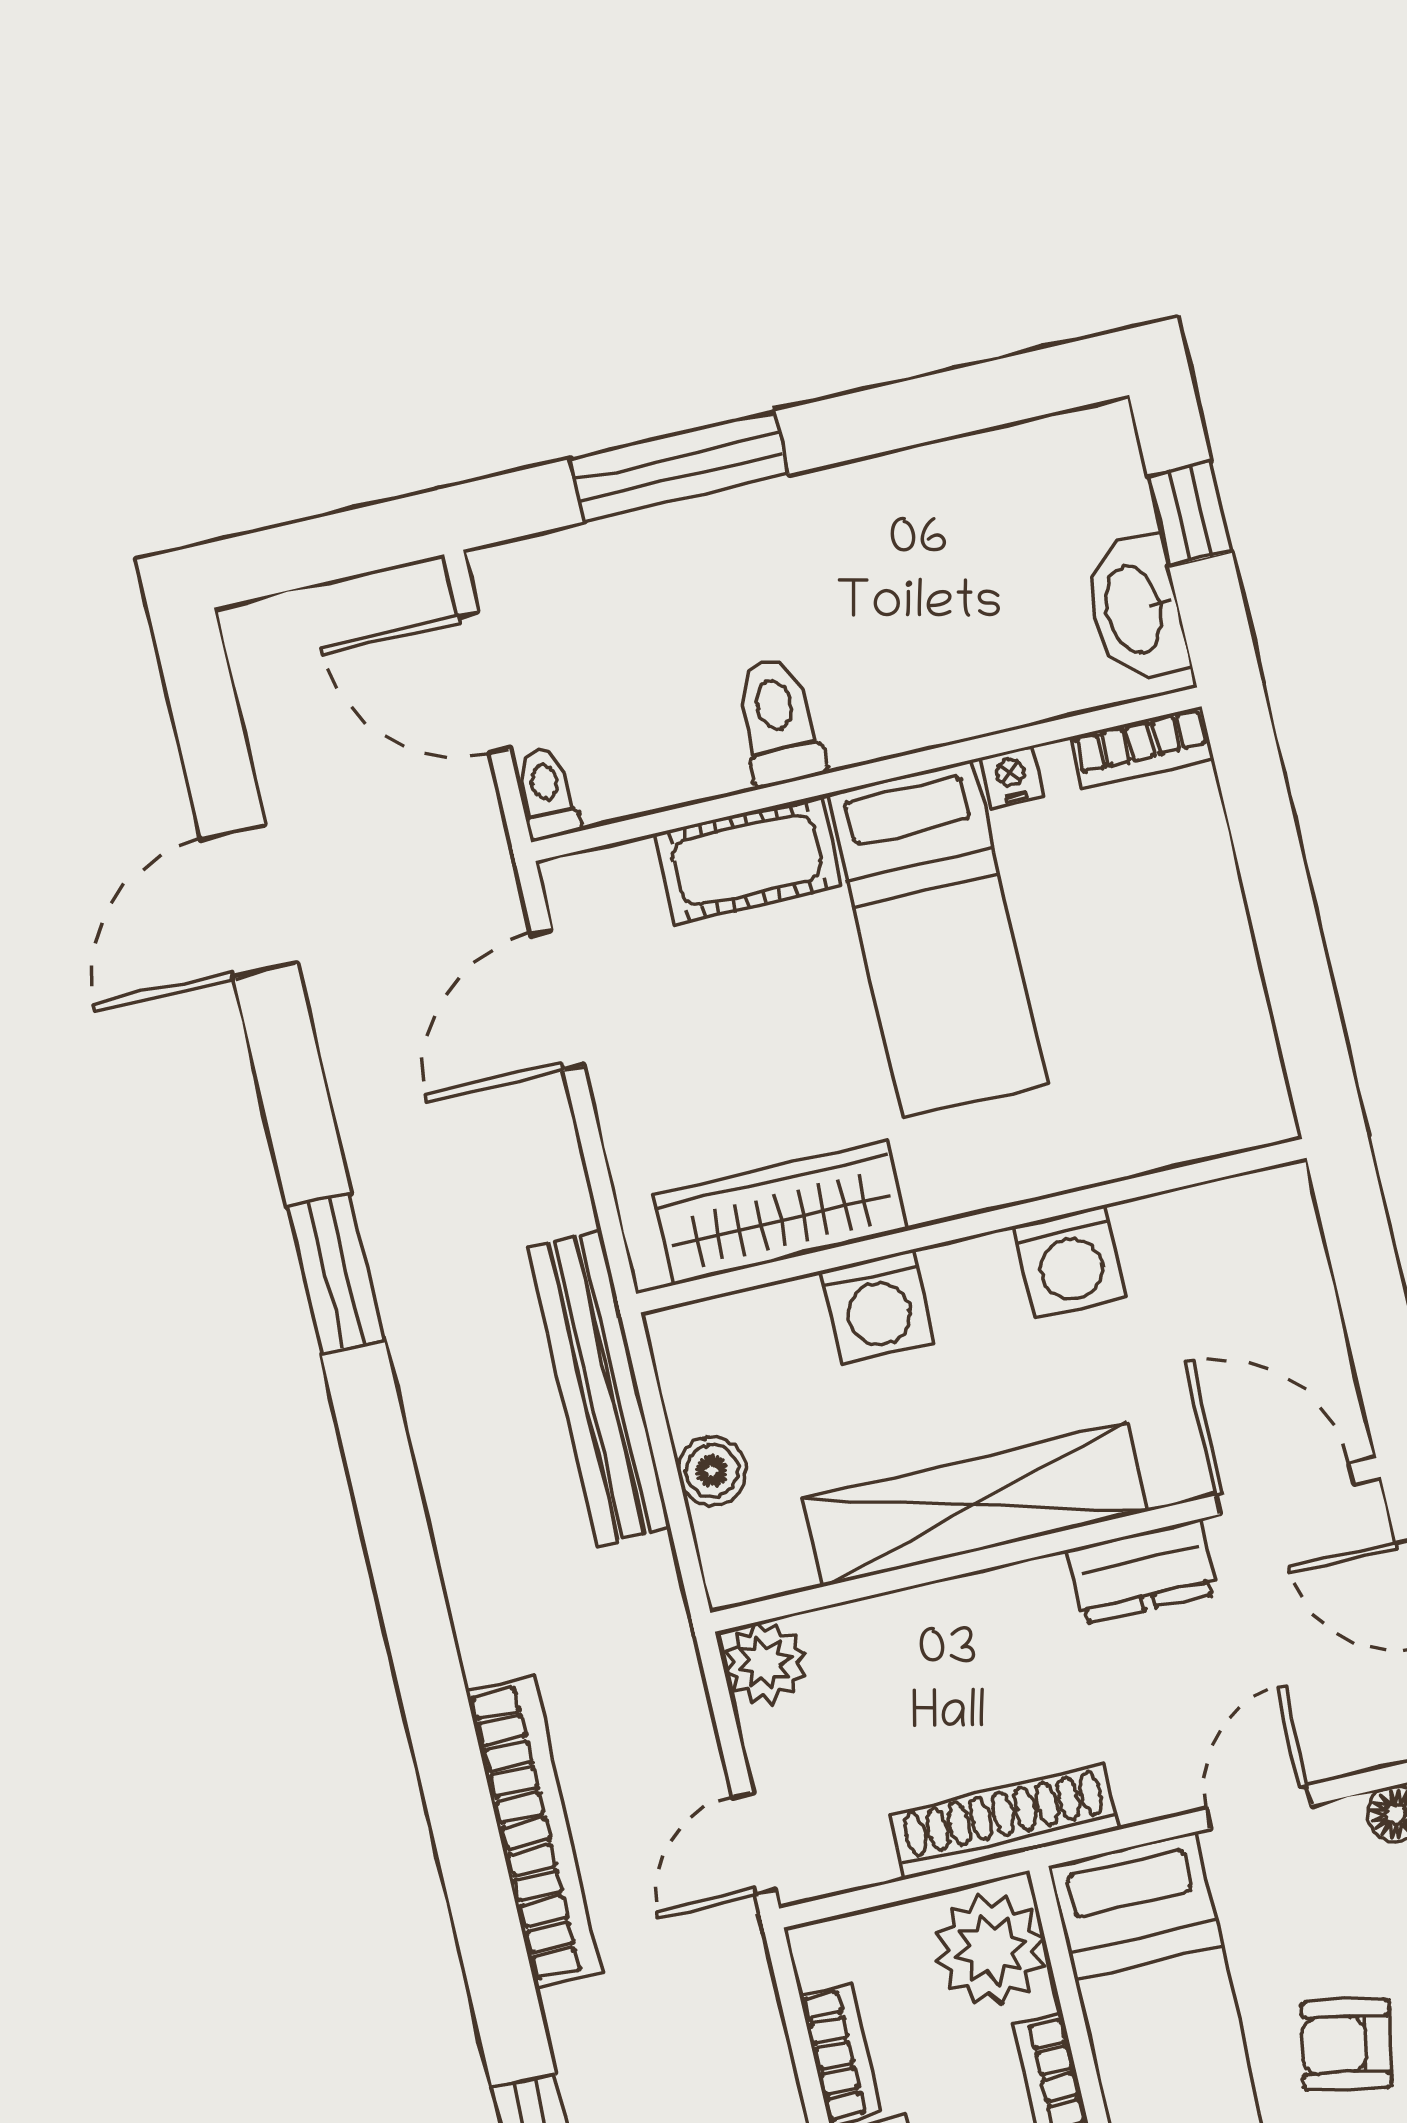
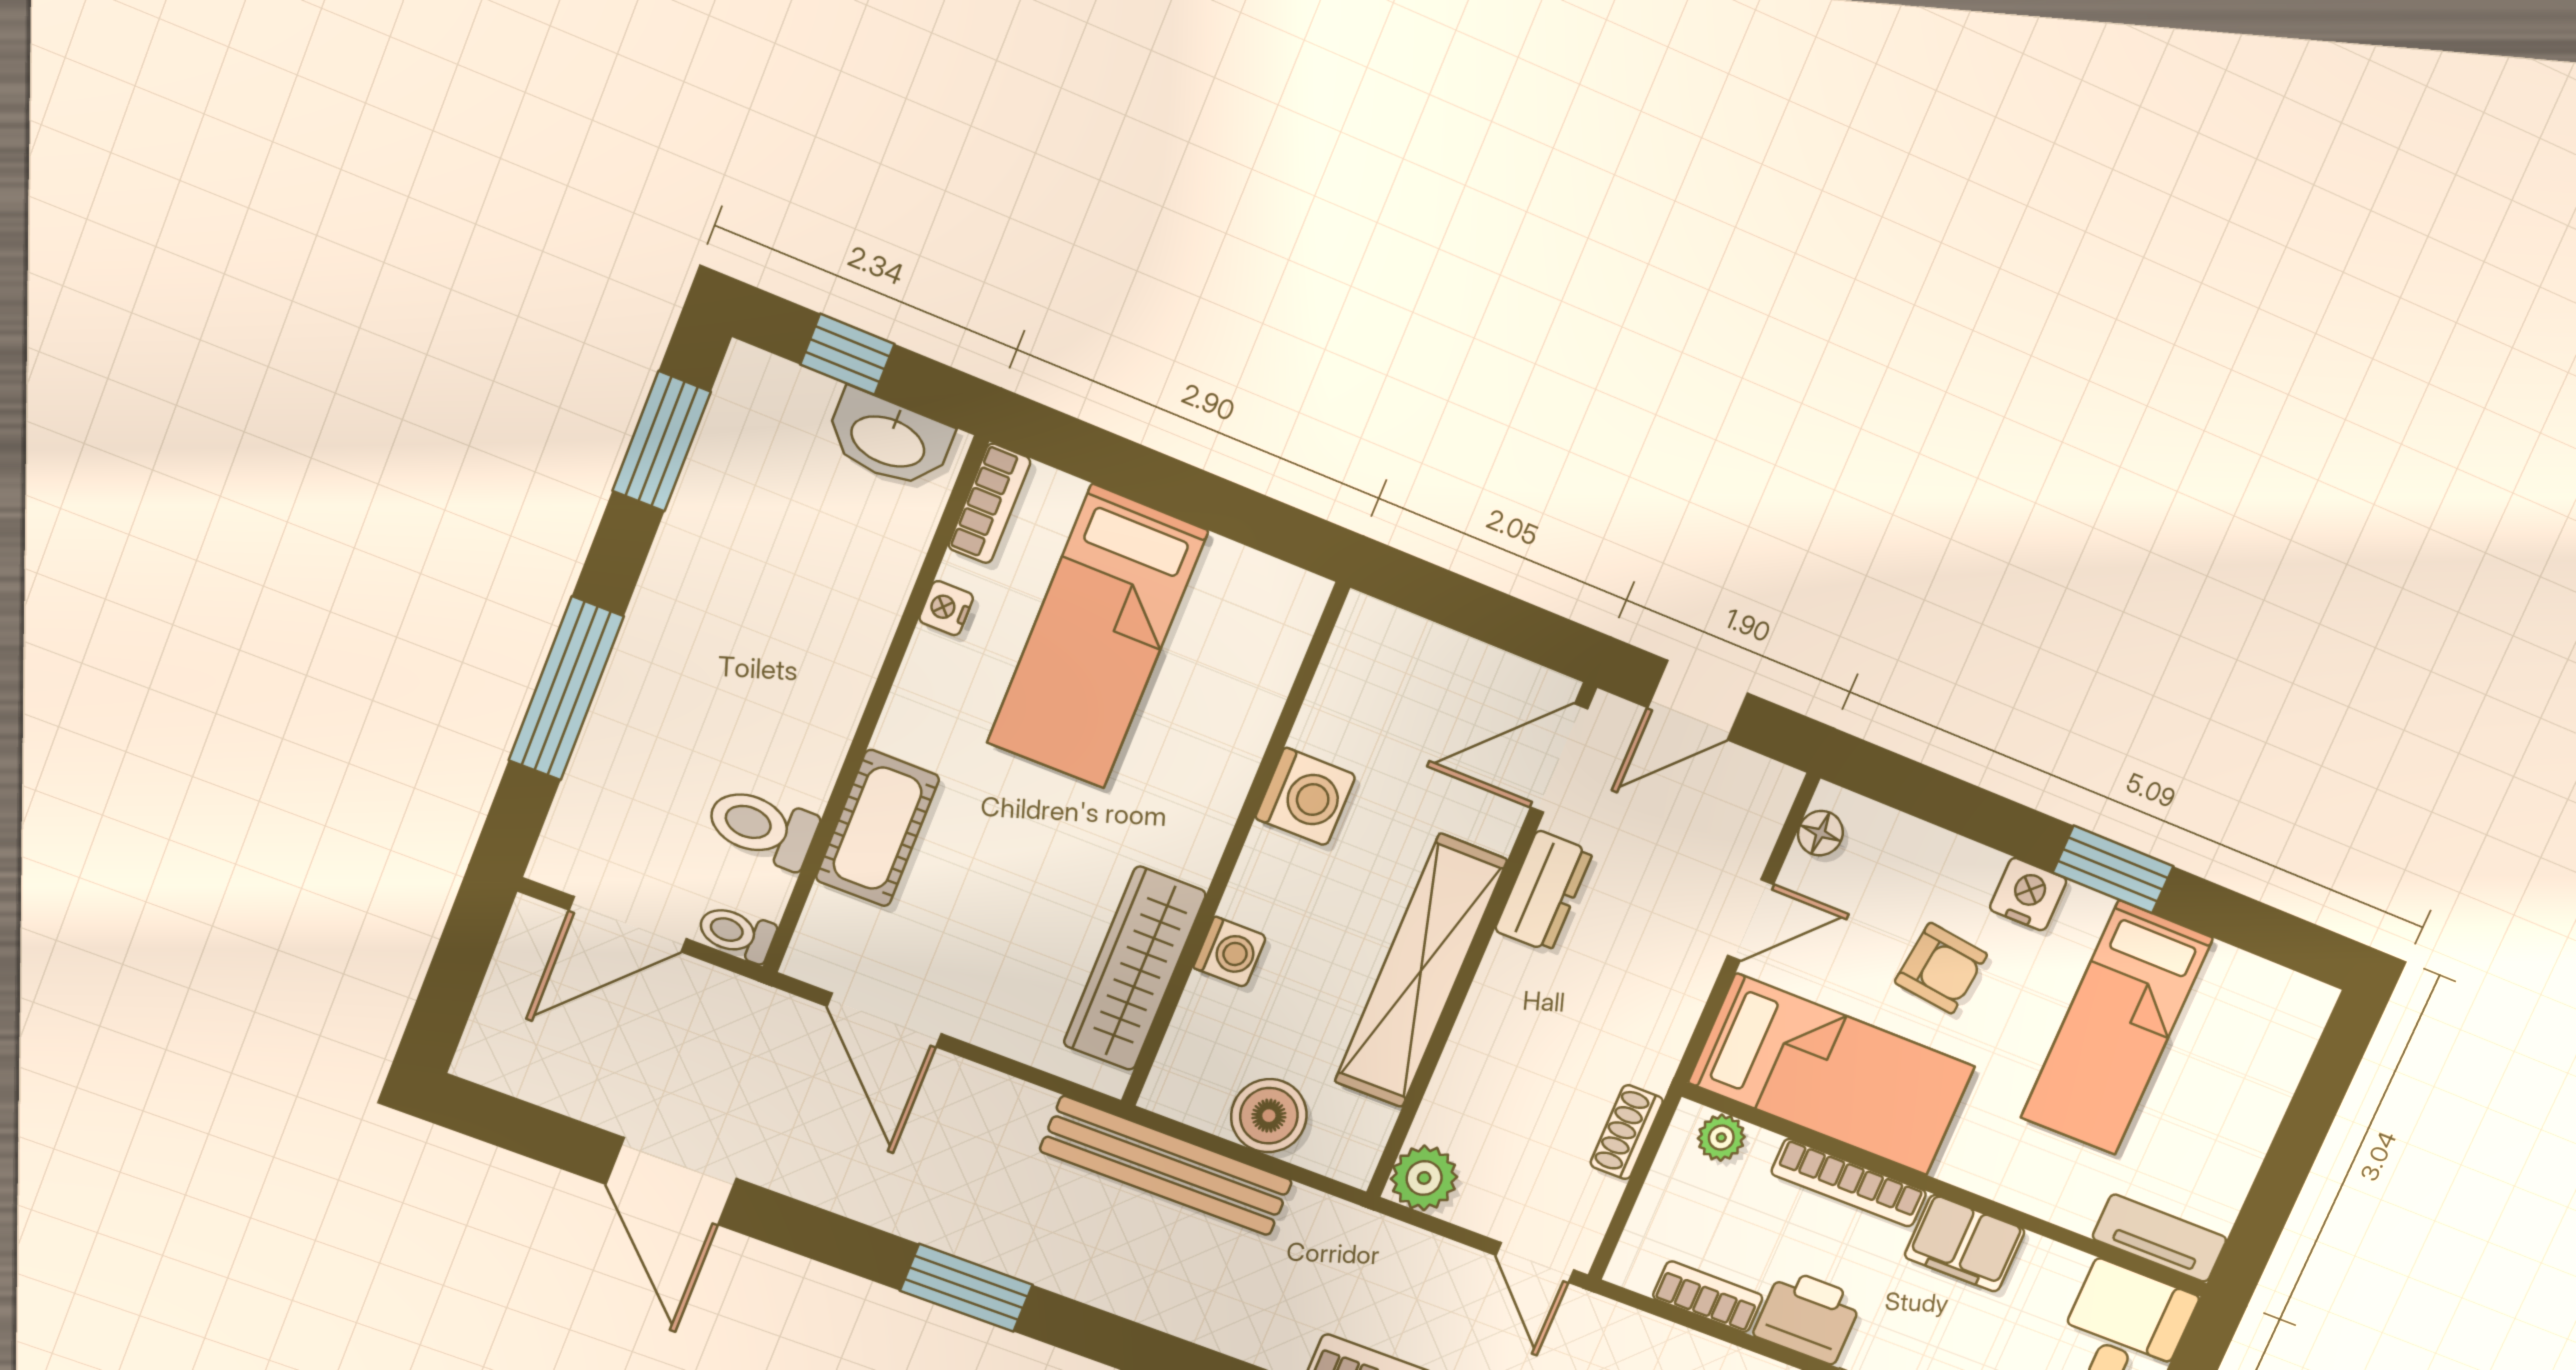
window: (983, 396) -> (662, 441), added
toilet: (778, 722) -> (762, 827), moved
bed: (937, 939) -> (1098, 637), moved, turned 90
washing machine: (878, 1307) -> (1230, 952), width x0.73, depth x0.73
boiler: (712, 1471) -> (1269, 1116), width x1.36, depth x1.36
door: (1259, 1807) -> (1751, 920), swing flipped
shoe rack: (1005, 1822) -> (1627, 1132), width x0.51, depth x0.81
plant: (990, 1950) -> (1721, 1138), width x0.53, depth x0.53
armchair: (1346, 2045) -> (1941, 968), turned -94

